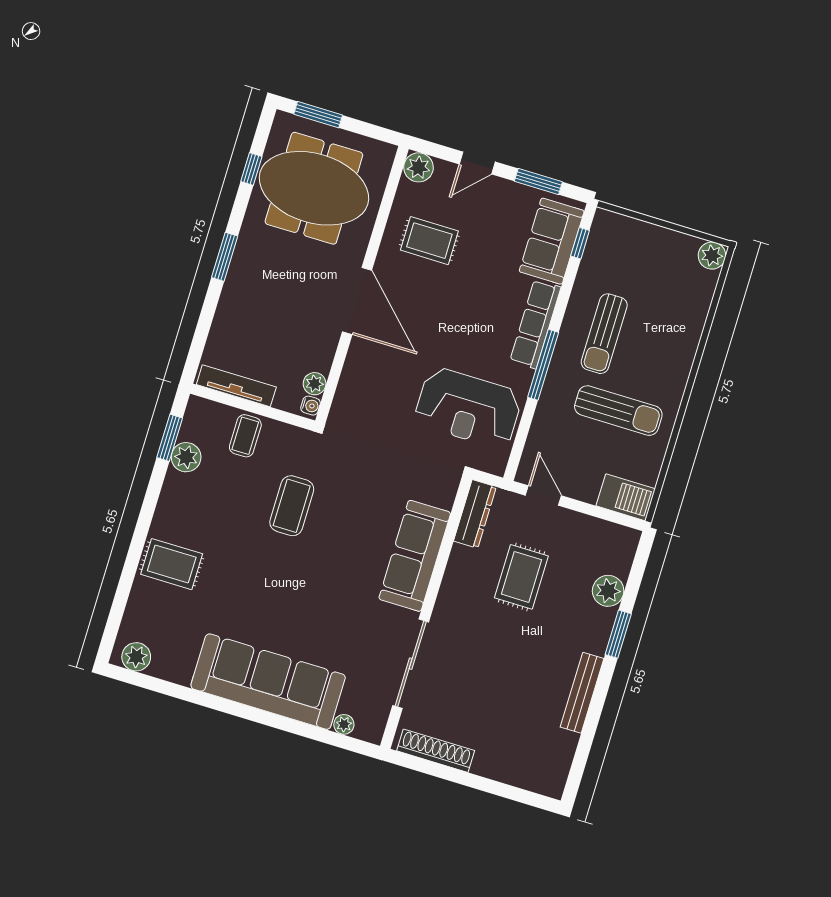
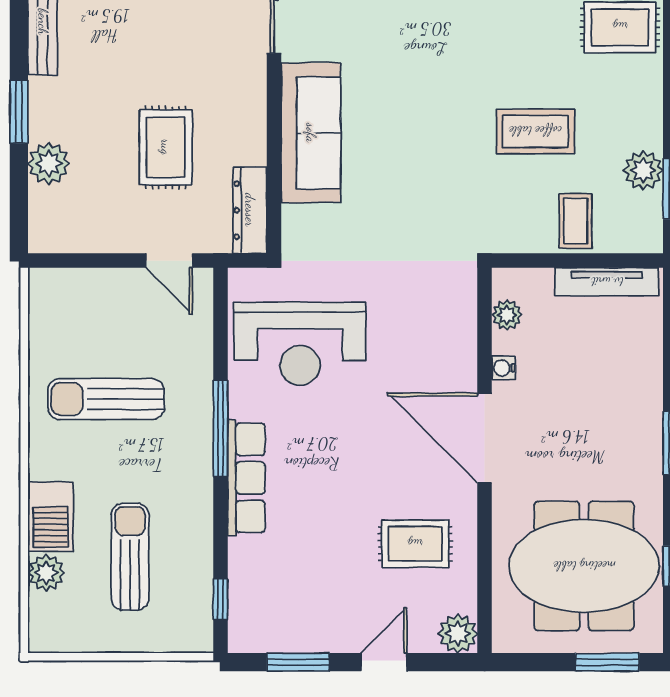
sofa: (552, 241) -> (258, 591), removed
plant: (712, 256) -> (46, 573), moved
sun lounger: (604, 334) -> (130, 557), moved
water cooler: (311, 406) -> (503, 368), moved
reception desk: (468, 408) -> (300, 344), turned 180
barbecue: (626, 497) -> (51, 517), moved, turned -90
coffee table: (292, 506) -> (535, 131), moved, turned 90

